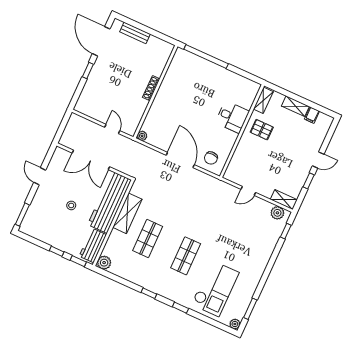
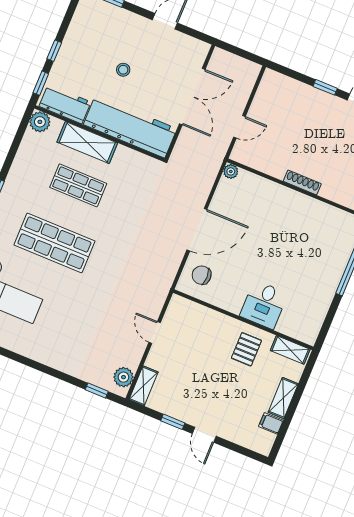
double door: (91, 160) -> (192, 97), swing flipped
shelving: (127, 213) -> (87, 143), moved
shop shelf: (186, 256) -> (54, 243), width x1.43, depth x1.36

